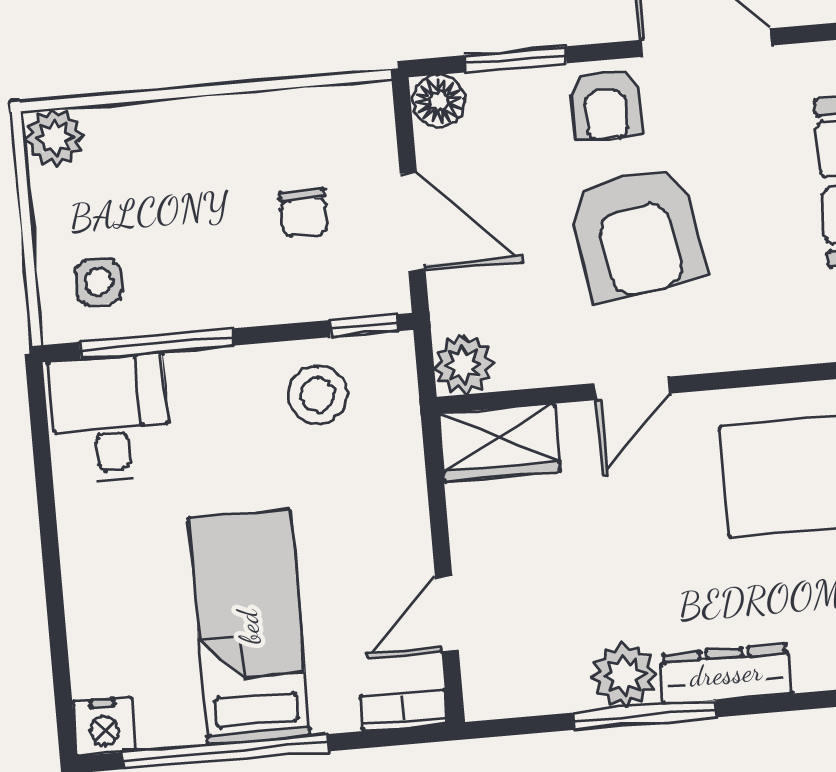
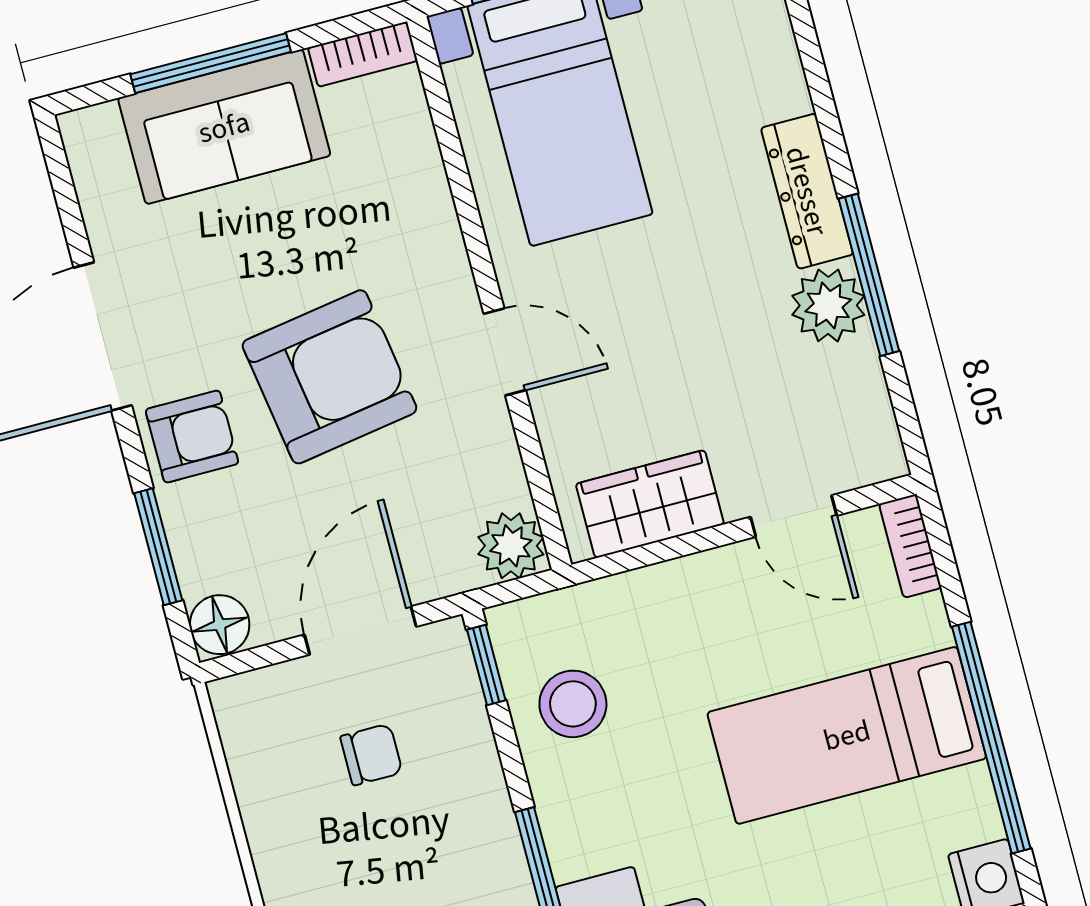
wardrobe: (499, 443) -> (650, 504), moved, turned -90

